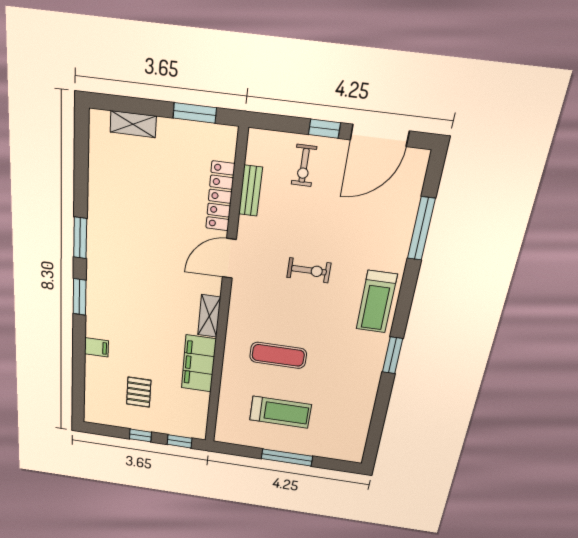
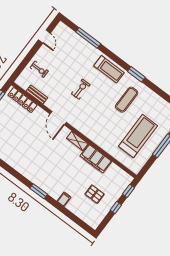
window: (324, 129) -> (31, 55), removed
door: (380, 135) -> (44, 37), width x0.53
locker: (220, 196) -> (22, 100), moved
window: (80, 238) -> (16, 174), removed
exercise mat: (278, 355) -> (127, 100), moved
treadmill: (280, 412) -> (138, 136), width x1.37, depth x1.38

